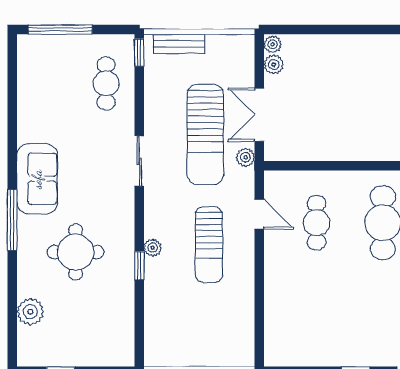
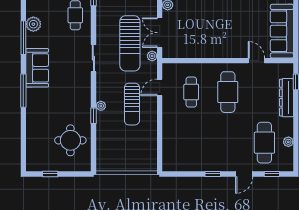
window: (12, 124) -> (23, 38), added
door: (259, 214) -> (160, 87), swing flipped
round table: (76, 252) -> (70, 140), moved
plant: (30, 312) -> (33, 24), moved

